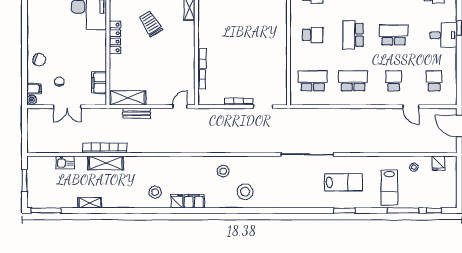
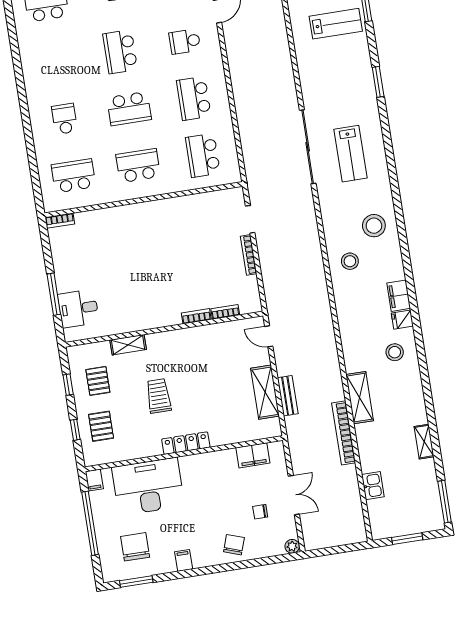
trolley: (151, 24) -> (159, 396), turned 122
school desk: (313, 35) -> (138, 166), width x1.85
filing cabinet: (34, 89) -> (184, 560), moved
shelving: (128, 98) -> (265, 392), moved
shelving: (106, 163) -> (360, 398), moved
lab bench: (344, 182) -> (351, 154), moved, turned 180

